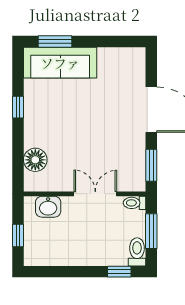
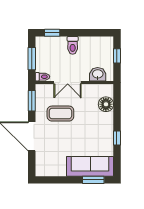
coffee table: (106, 145) -> (60, 114), added
toilet: (137, 252) -> (73, 45), moved

